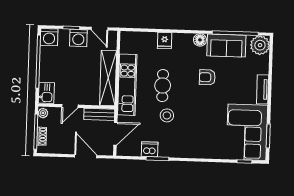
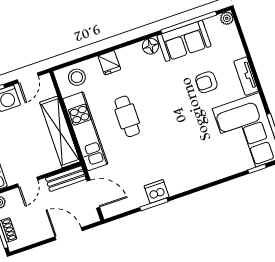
door: (100, 29) -> (28, 78), hinge flipped
plant: (260, 45) -> (227, 18), width x0.53, depth x0.53
armchair: (207, 77) -> (206, 82), moved
stool: (167, 115) -> (77, 77), moved
door: (115, 134) -> (93, 194), hinge flipped
dishwasher: (150, 149) -> (157, 191), moved

